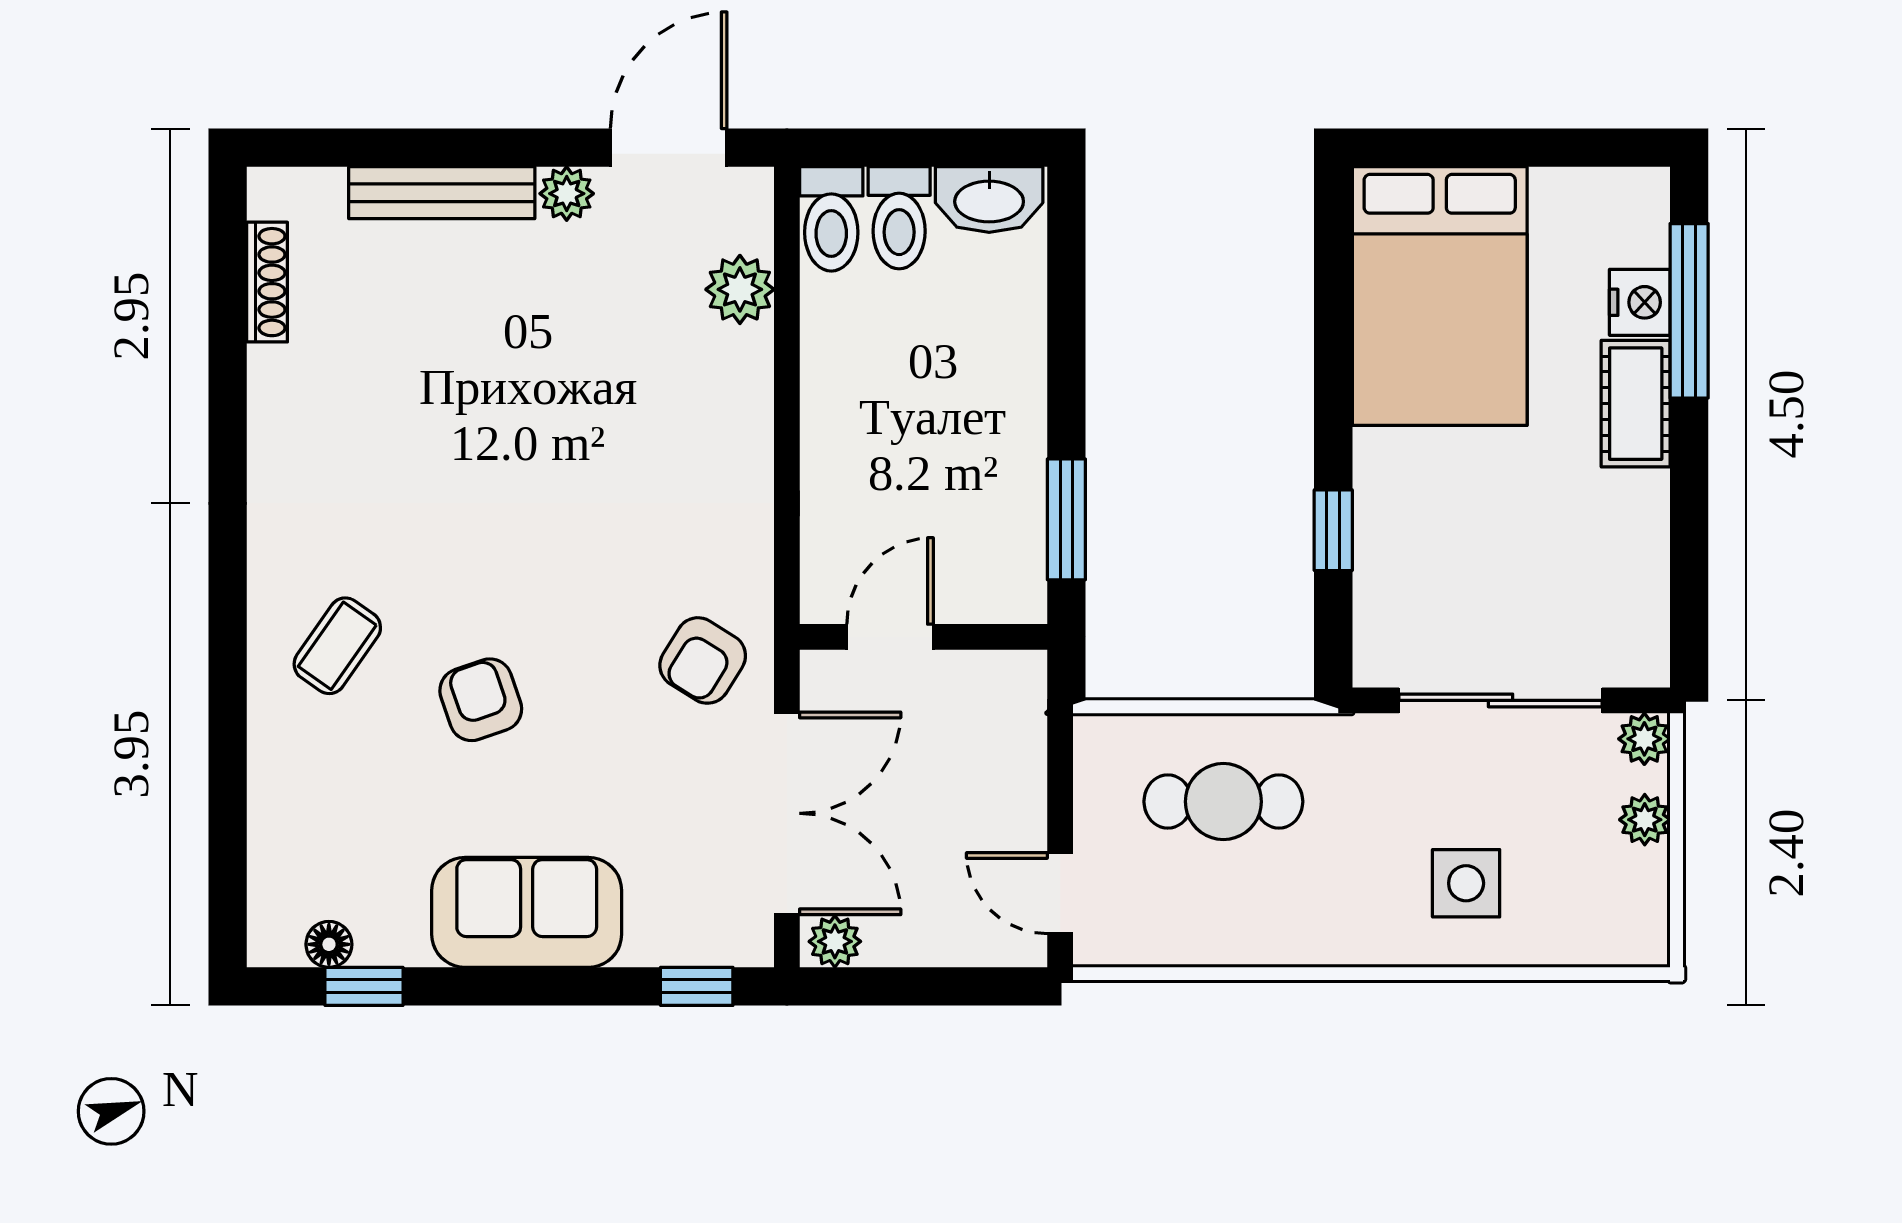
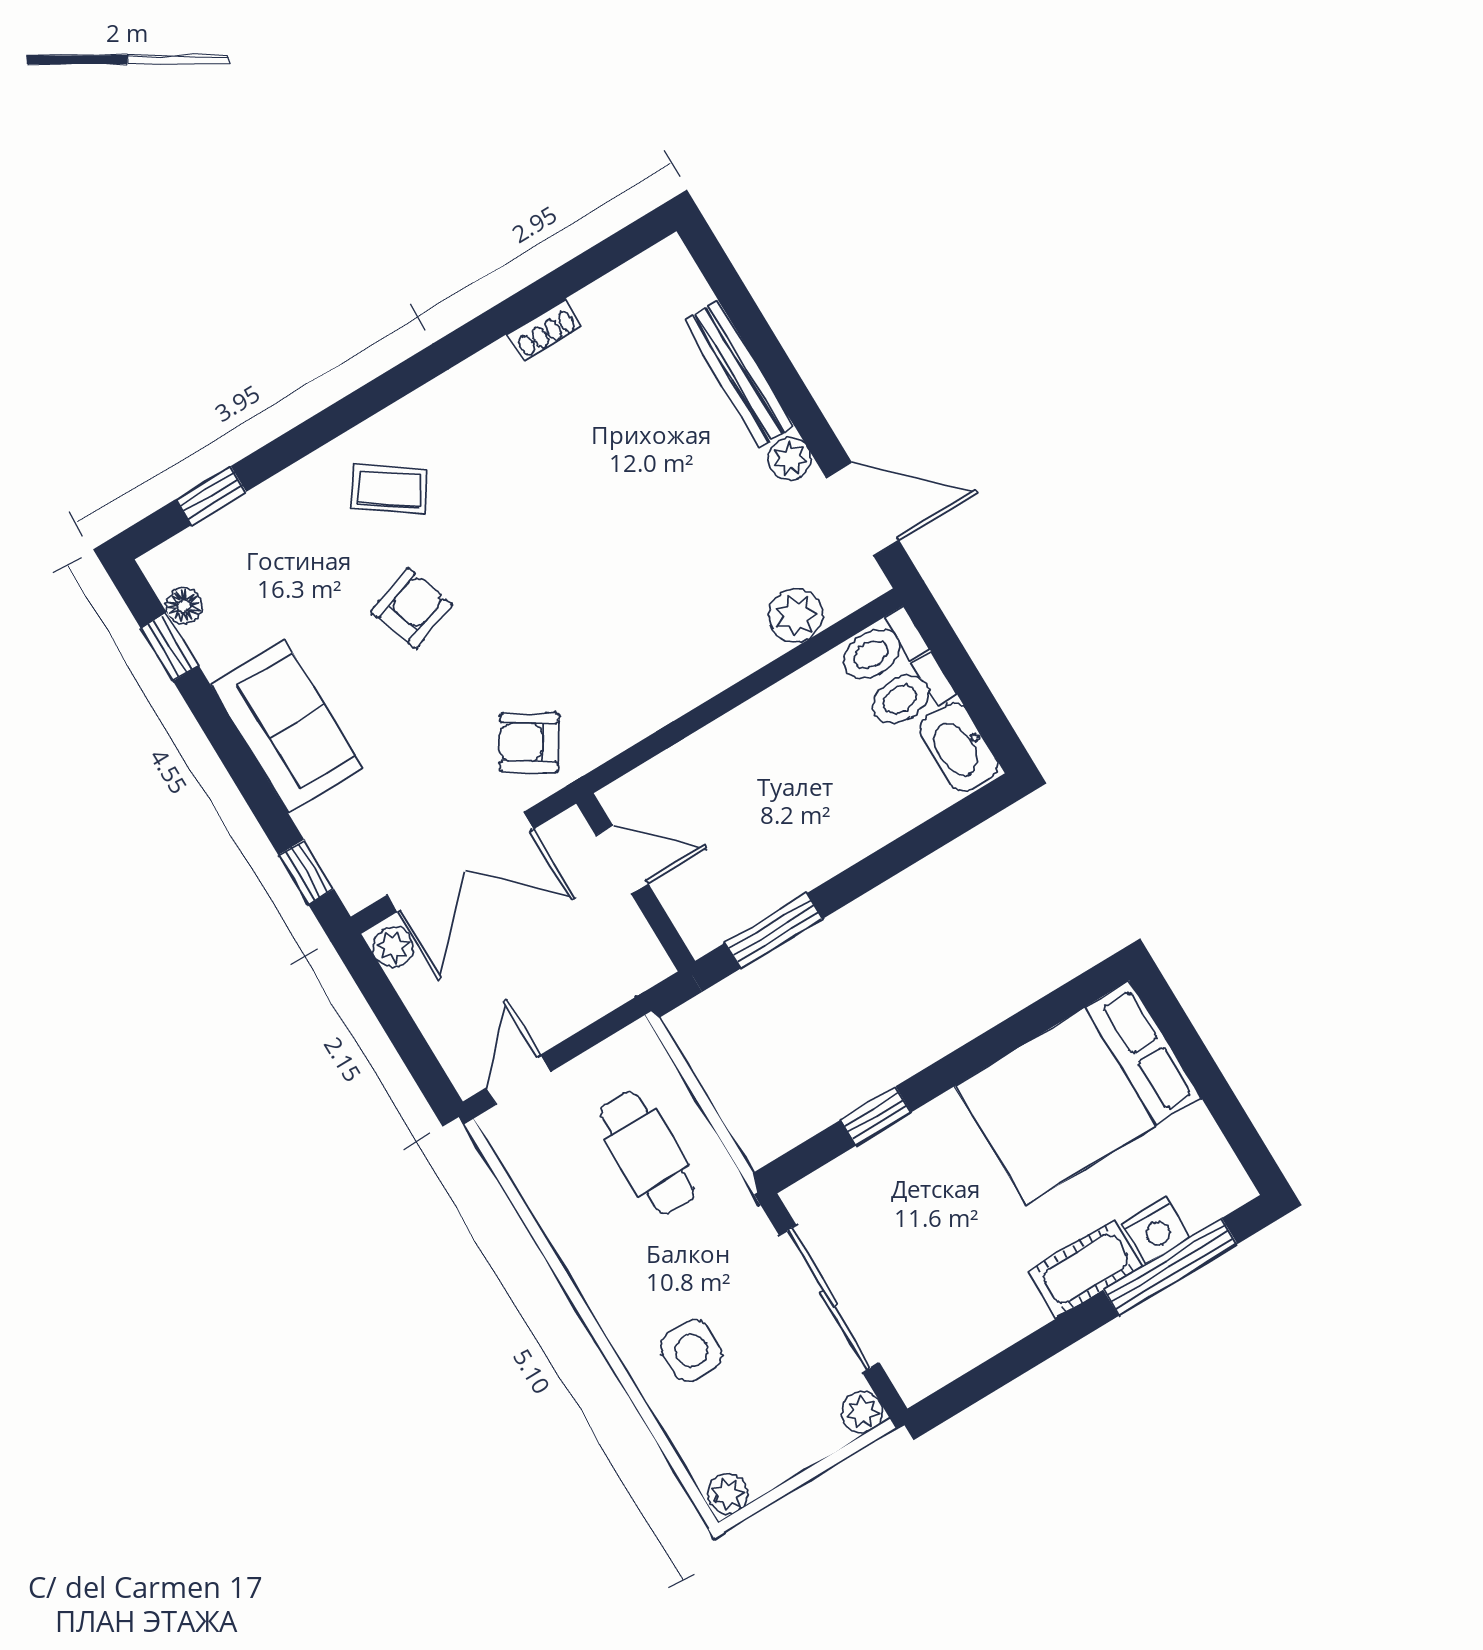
shoe rack: (267, 282) -> (545, 330), moved, width x0.70
plant: (1645, 820) -> (728, 1494), moved
window: (228, 843) -> (211, 496), added

